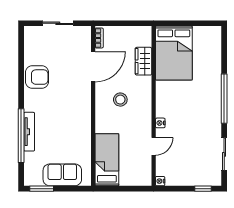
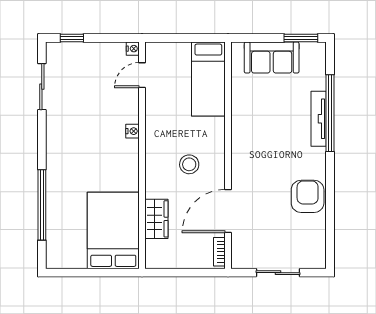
armchair: (37, 77) -> (308, 196), turned 90
window: (224, 99) -> (42, 205), moved
door: (154, 146) -> (142, 75), moved

